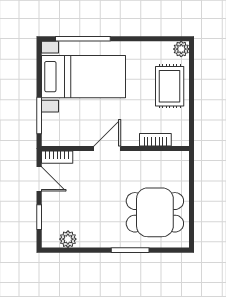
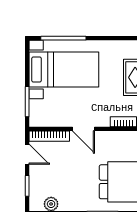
door: (107, 148) -> (84, 129), swing flipped
bookcase: (57, 157) -> (49, 136), width x1.56

